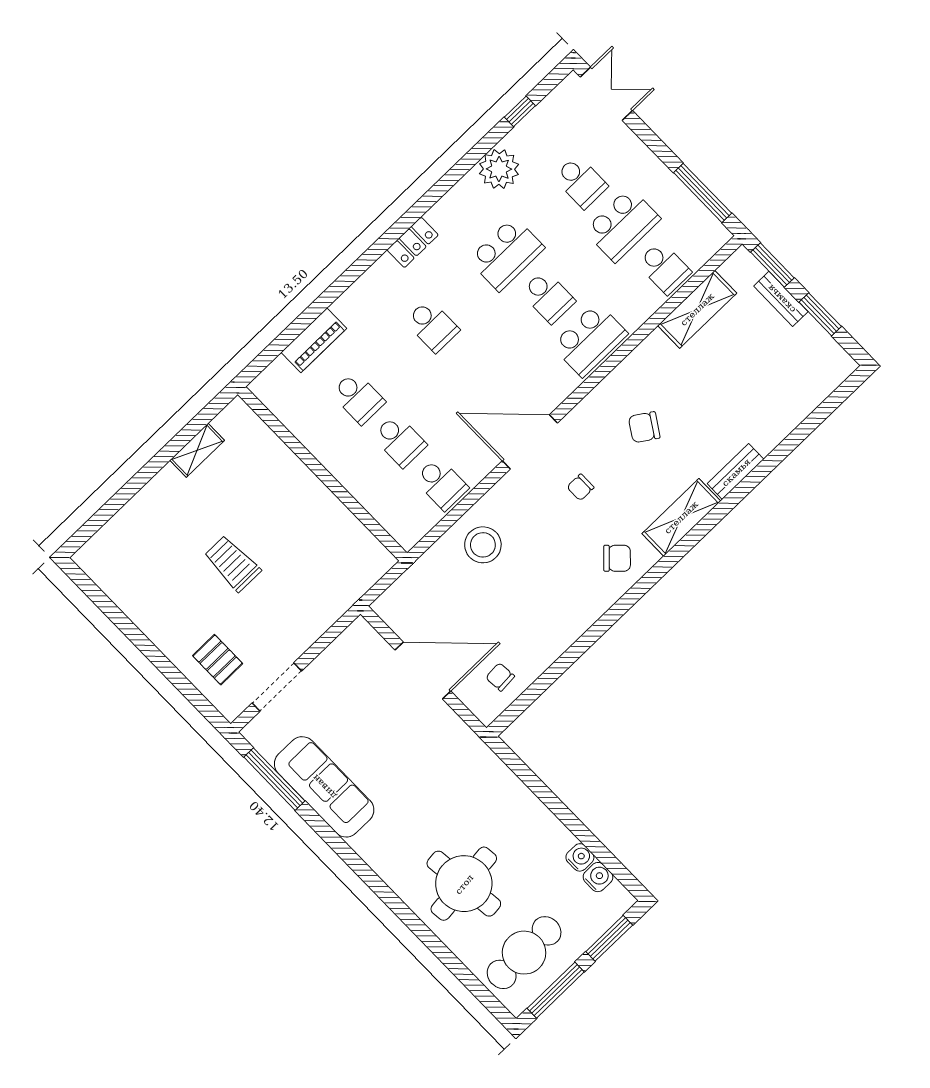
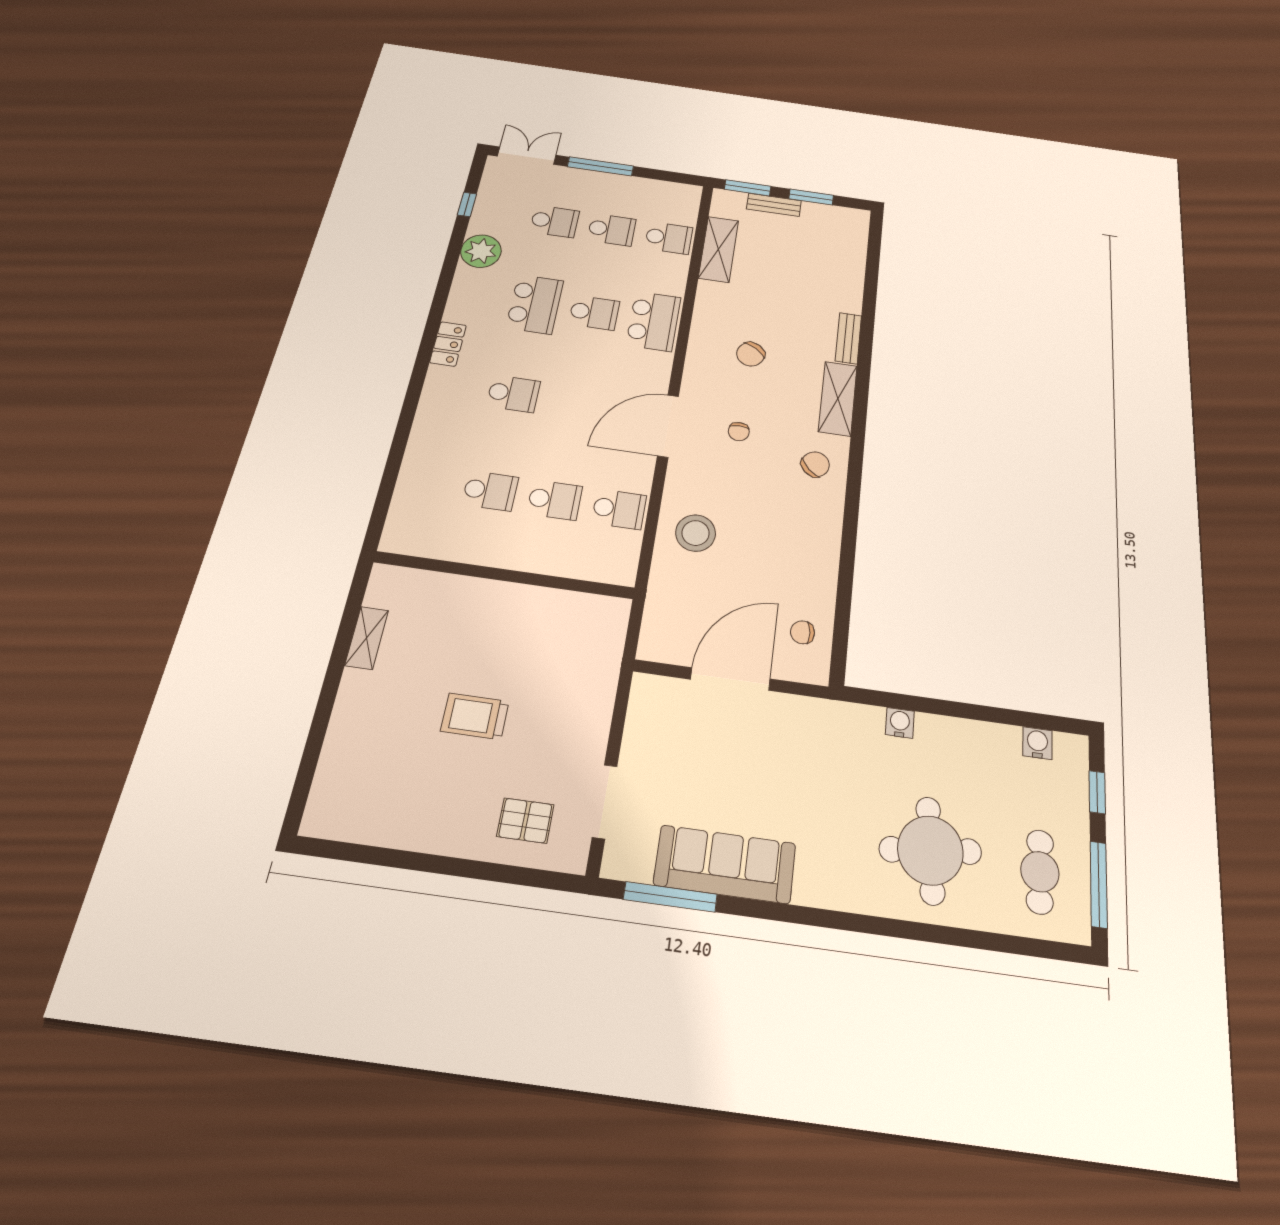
window: (703, 193) -> (600, 166), moved
school desk: (622, 225) -> (612, 230), width x0.54
piano: (314, 340) -> (415, 472), removed
water cooler: (580, 857) -> (900, 723), moved
window: (609, 938) -> (1097, 792), width x0.67
cafe table: (524, 953) -> (1040, 872), width x0.73, depth x0.74

